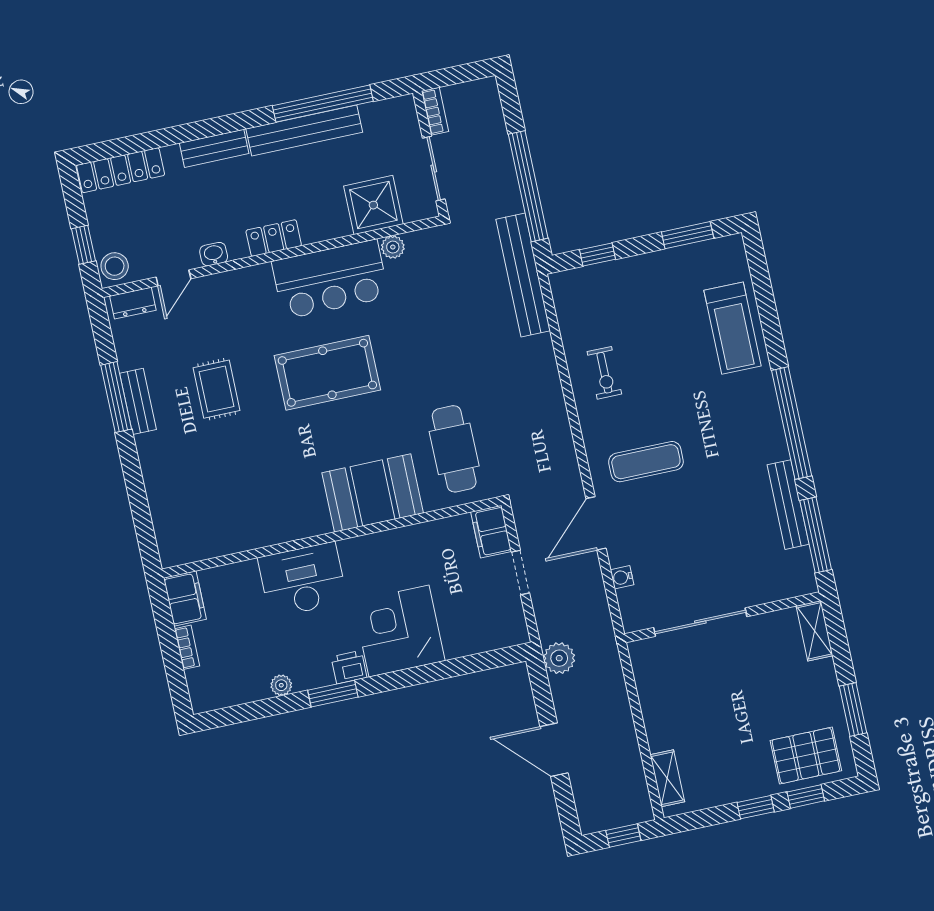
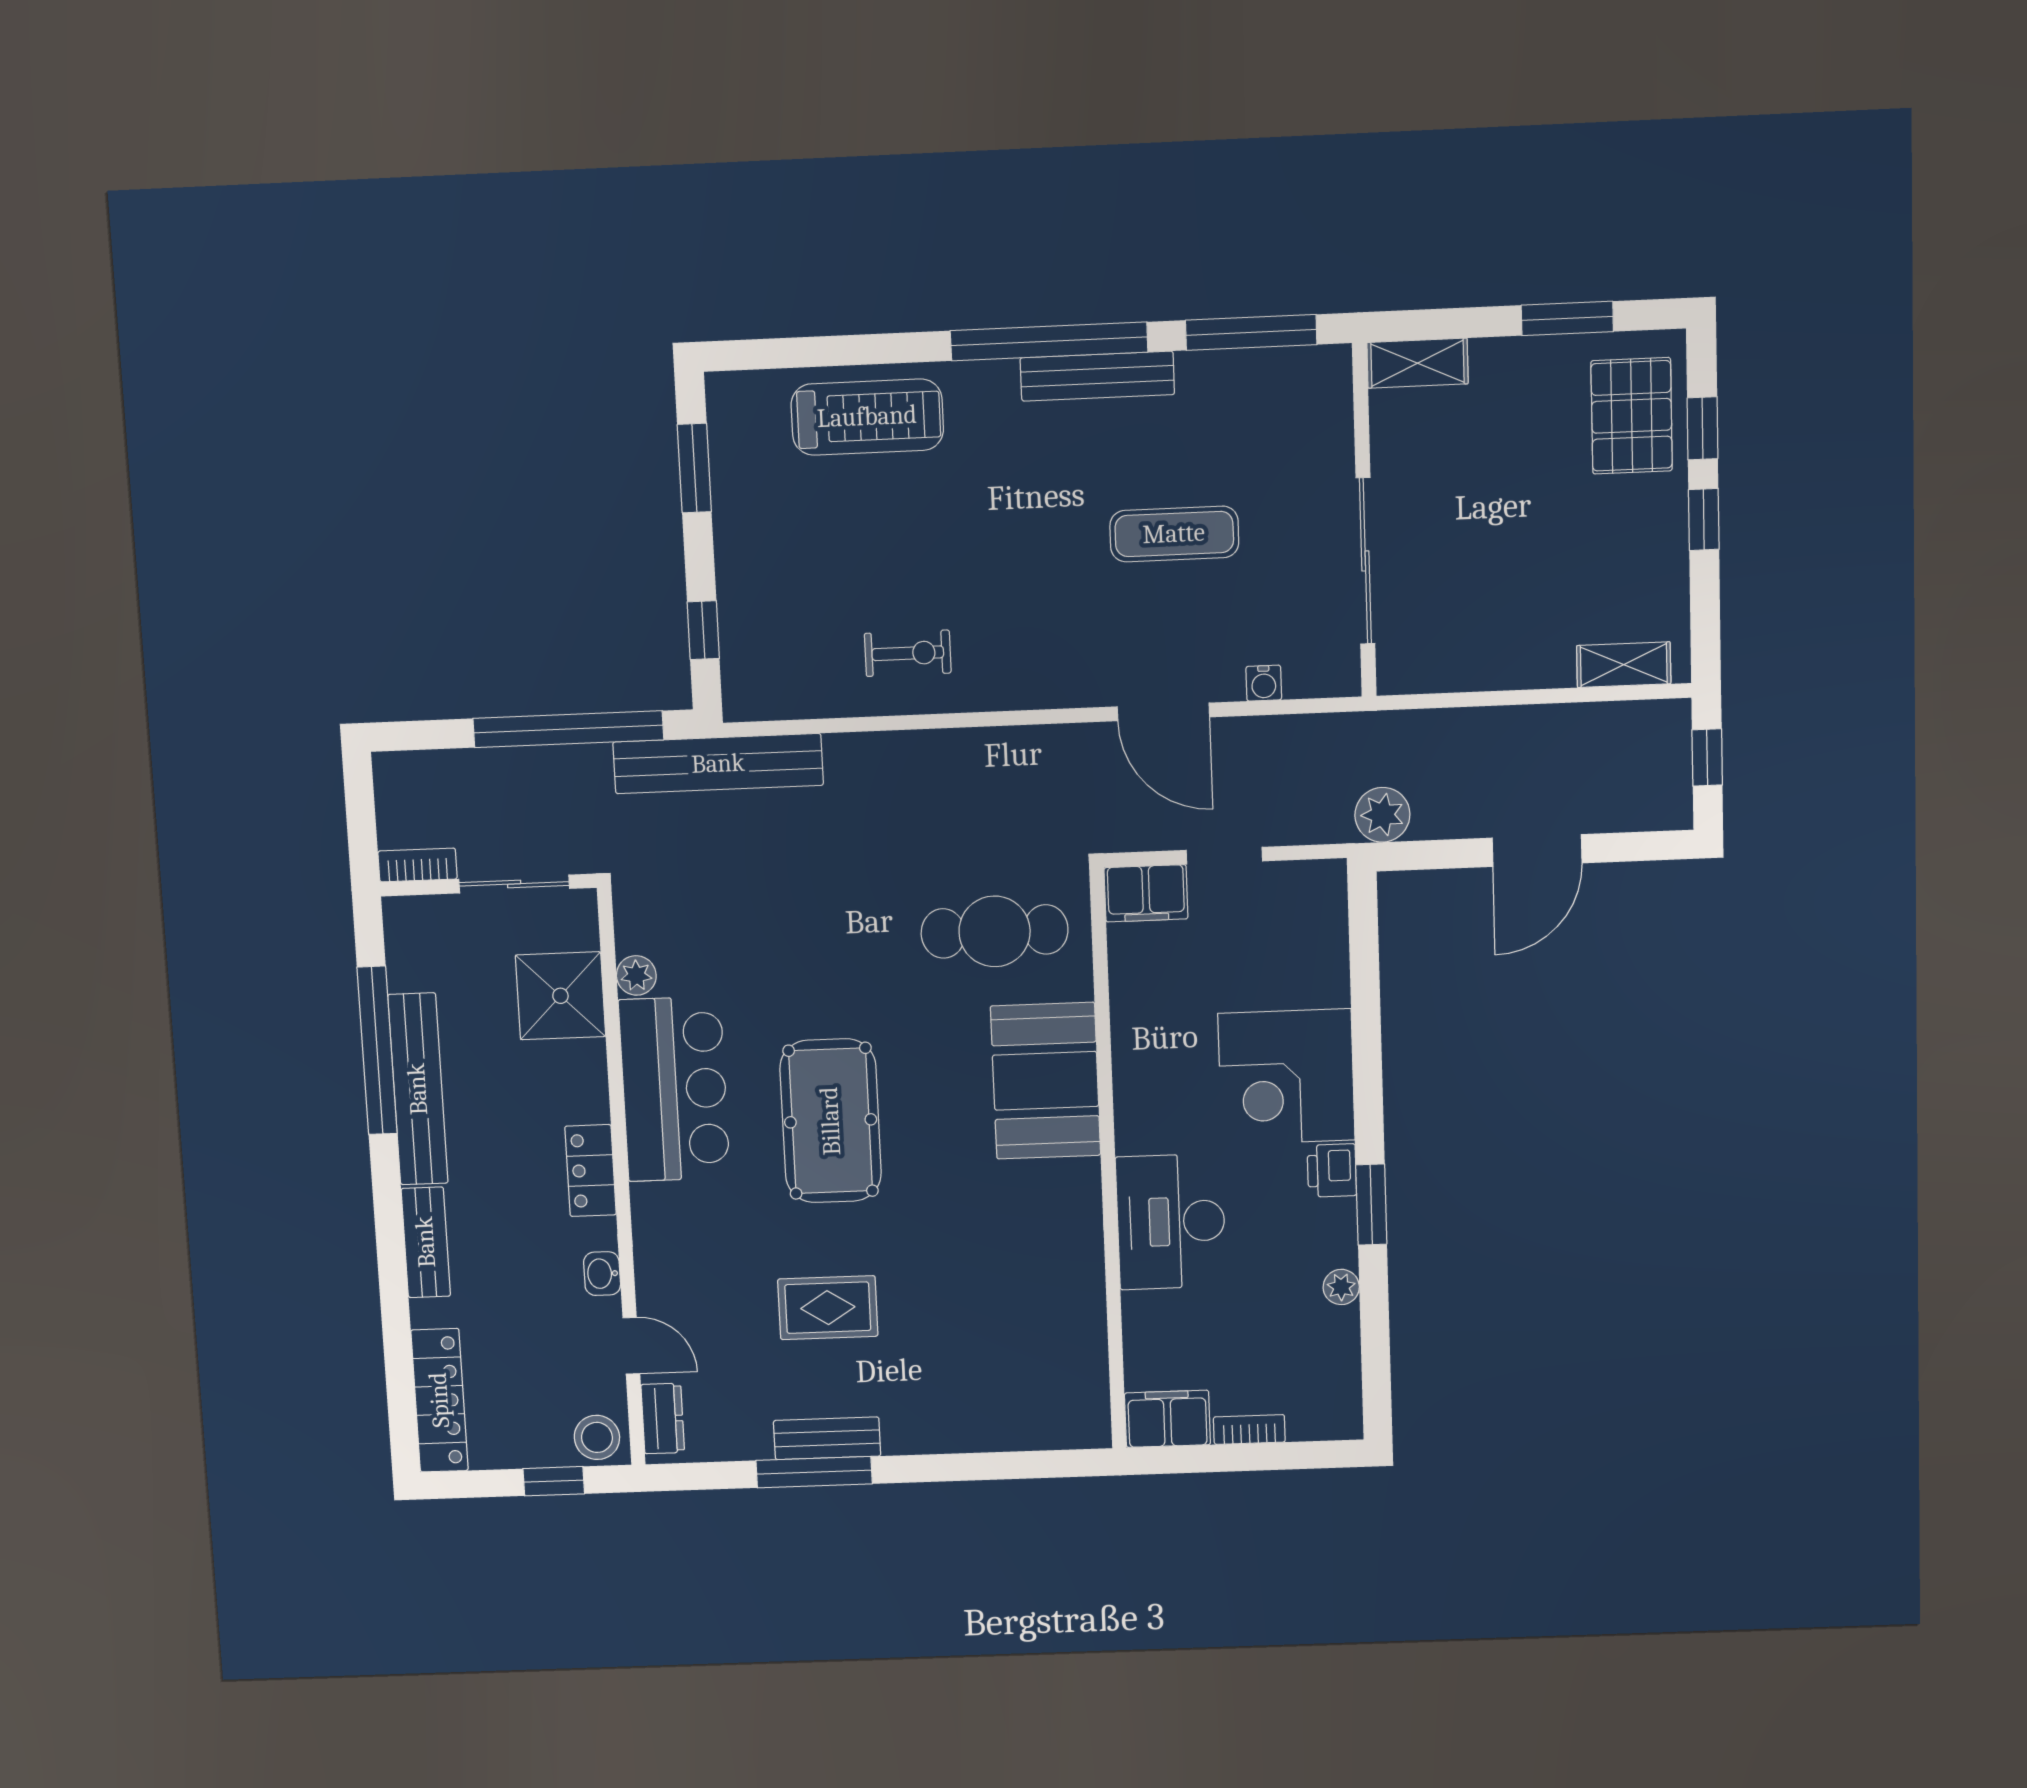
exercise mat: (646, 462) -> (1174, 534), moved, turned 90
bench: (788, 505) -> (1097, 376), moved

